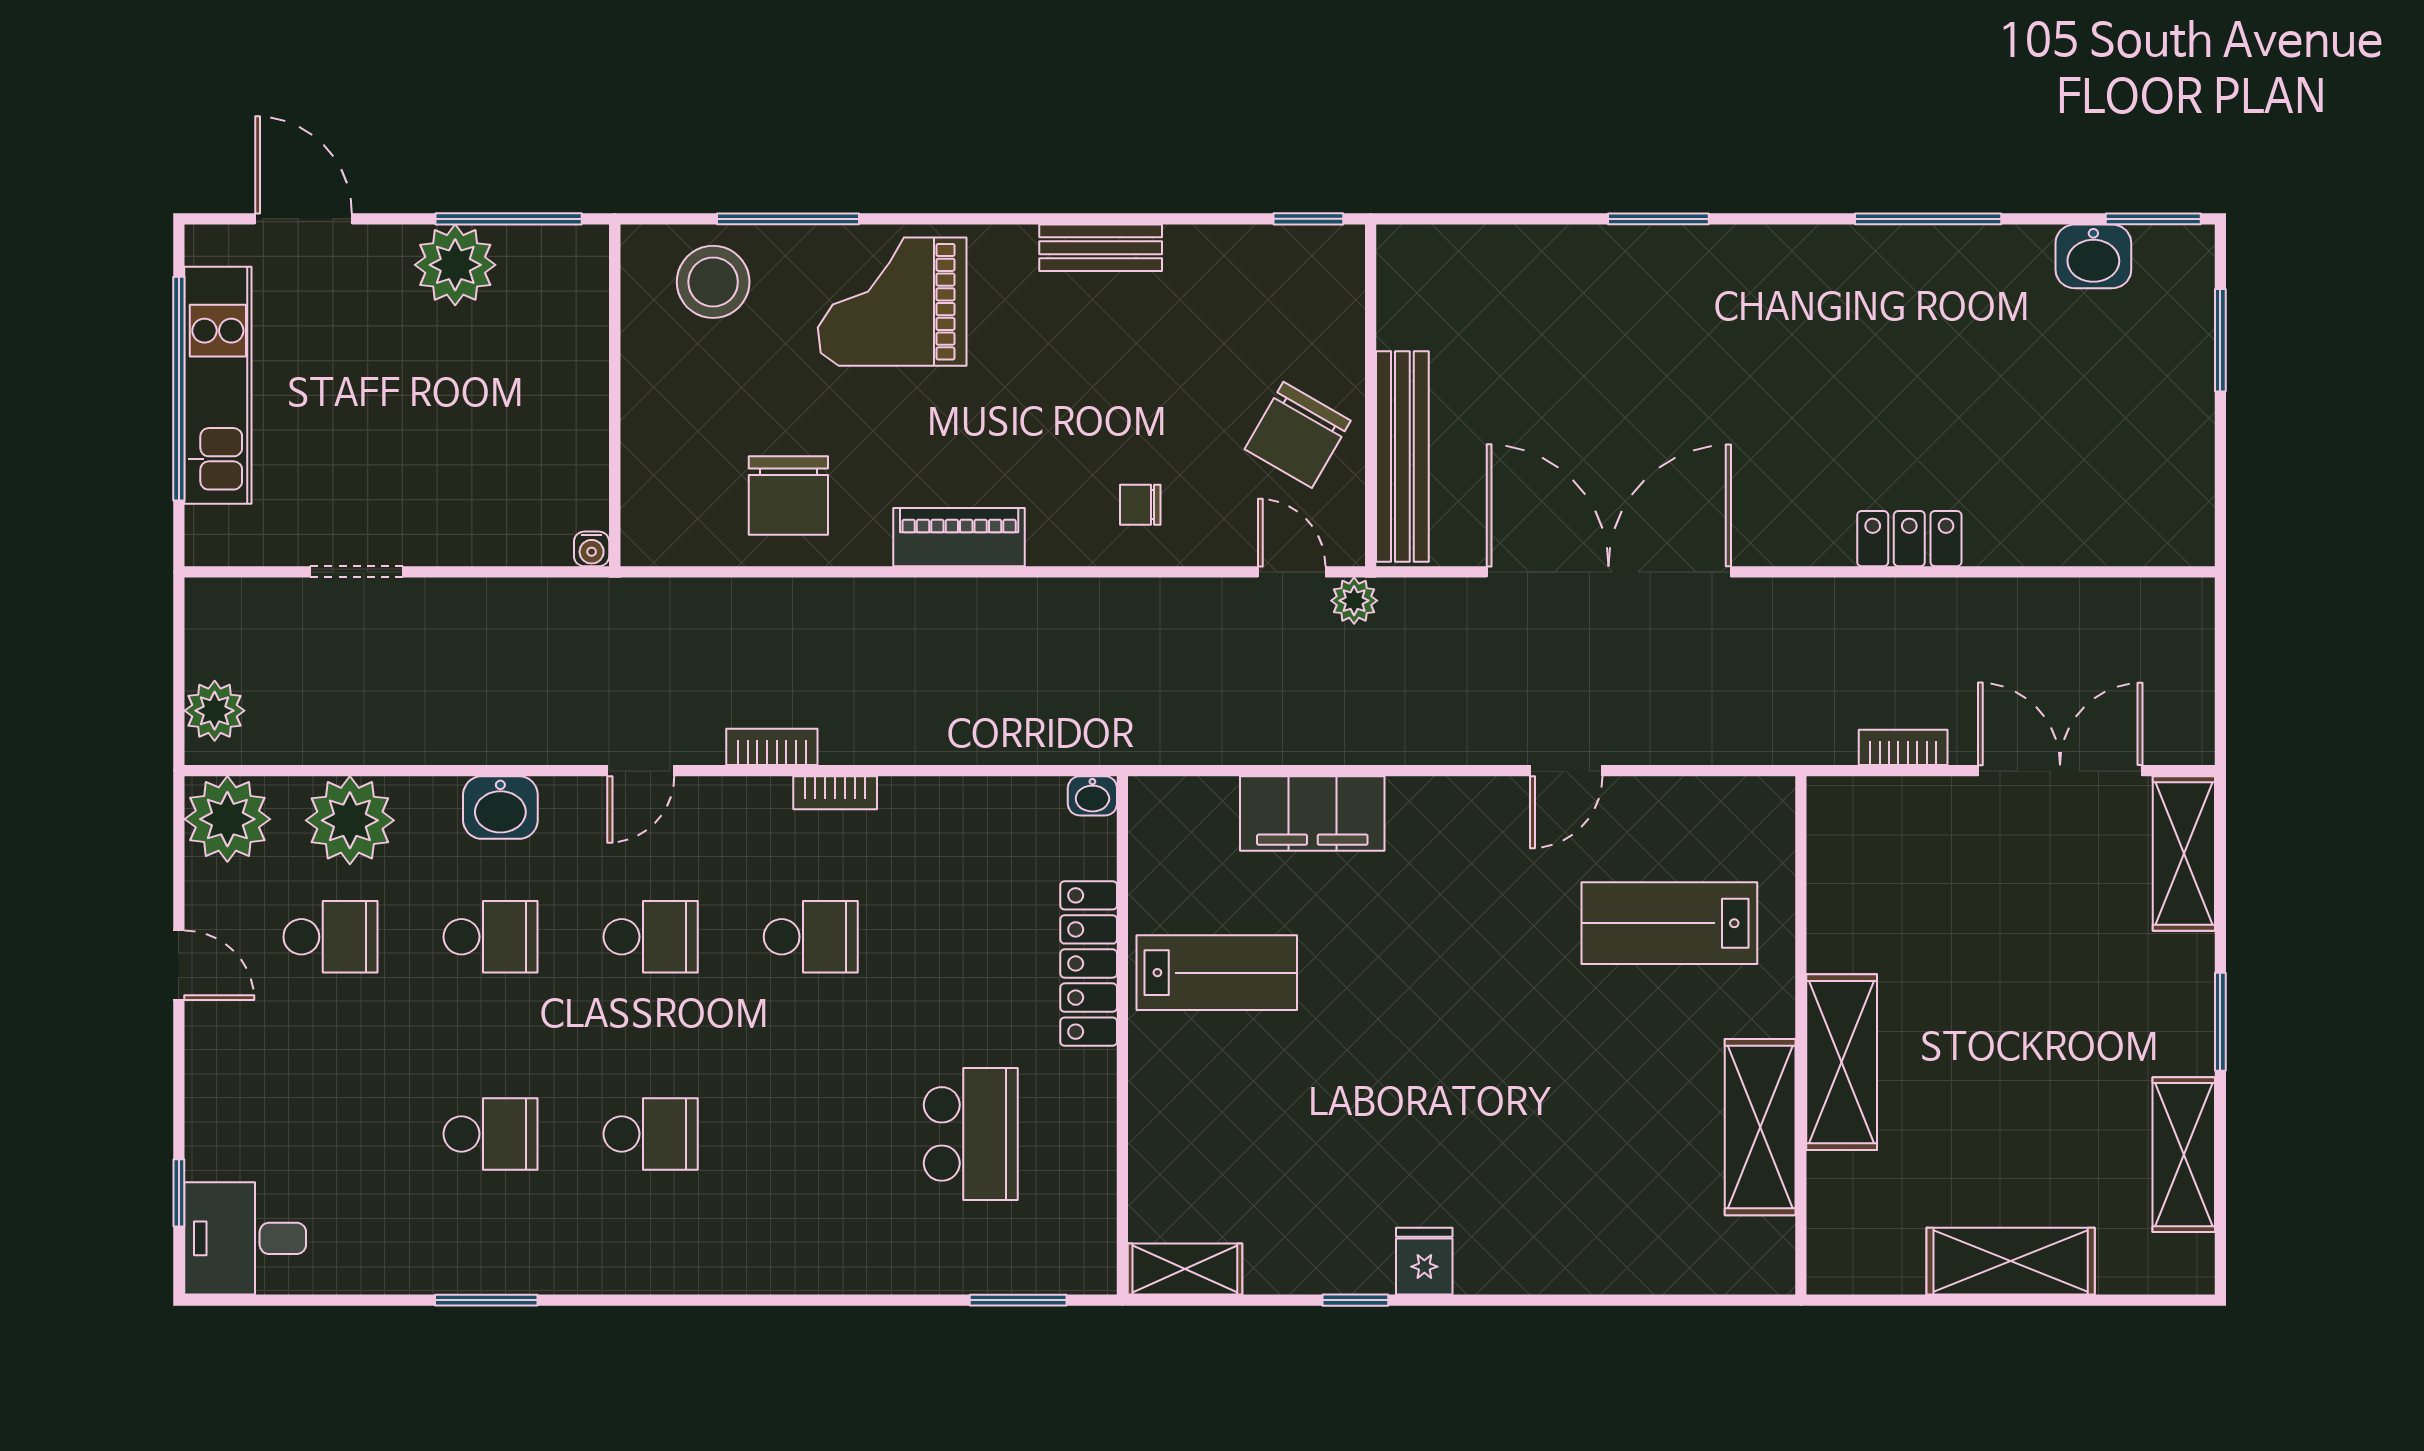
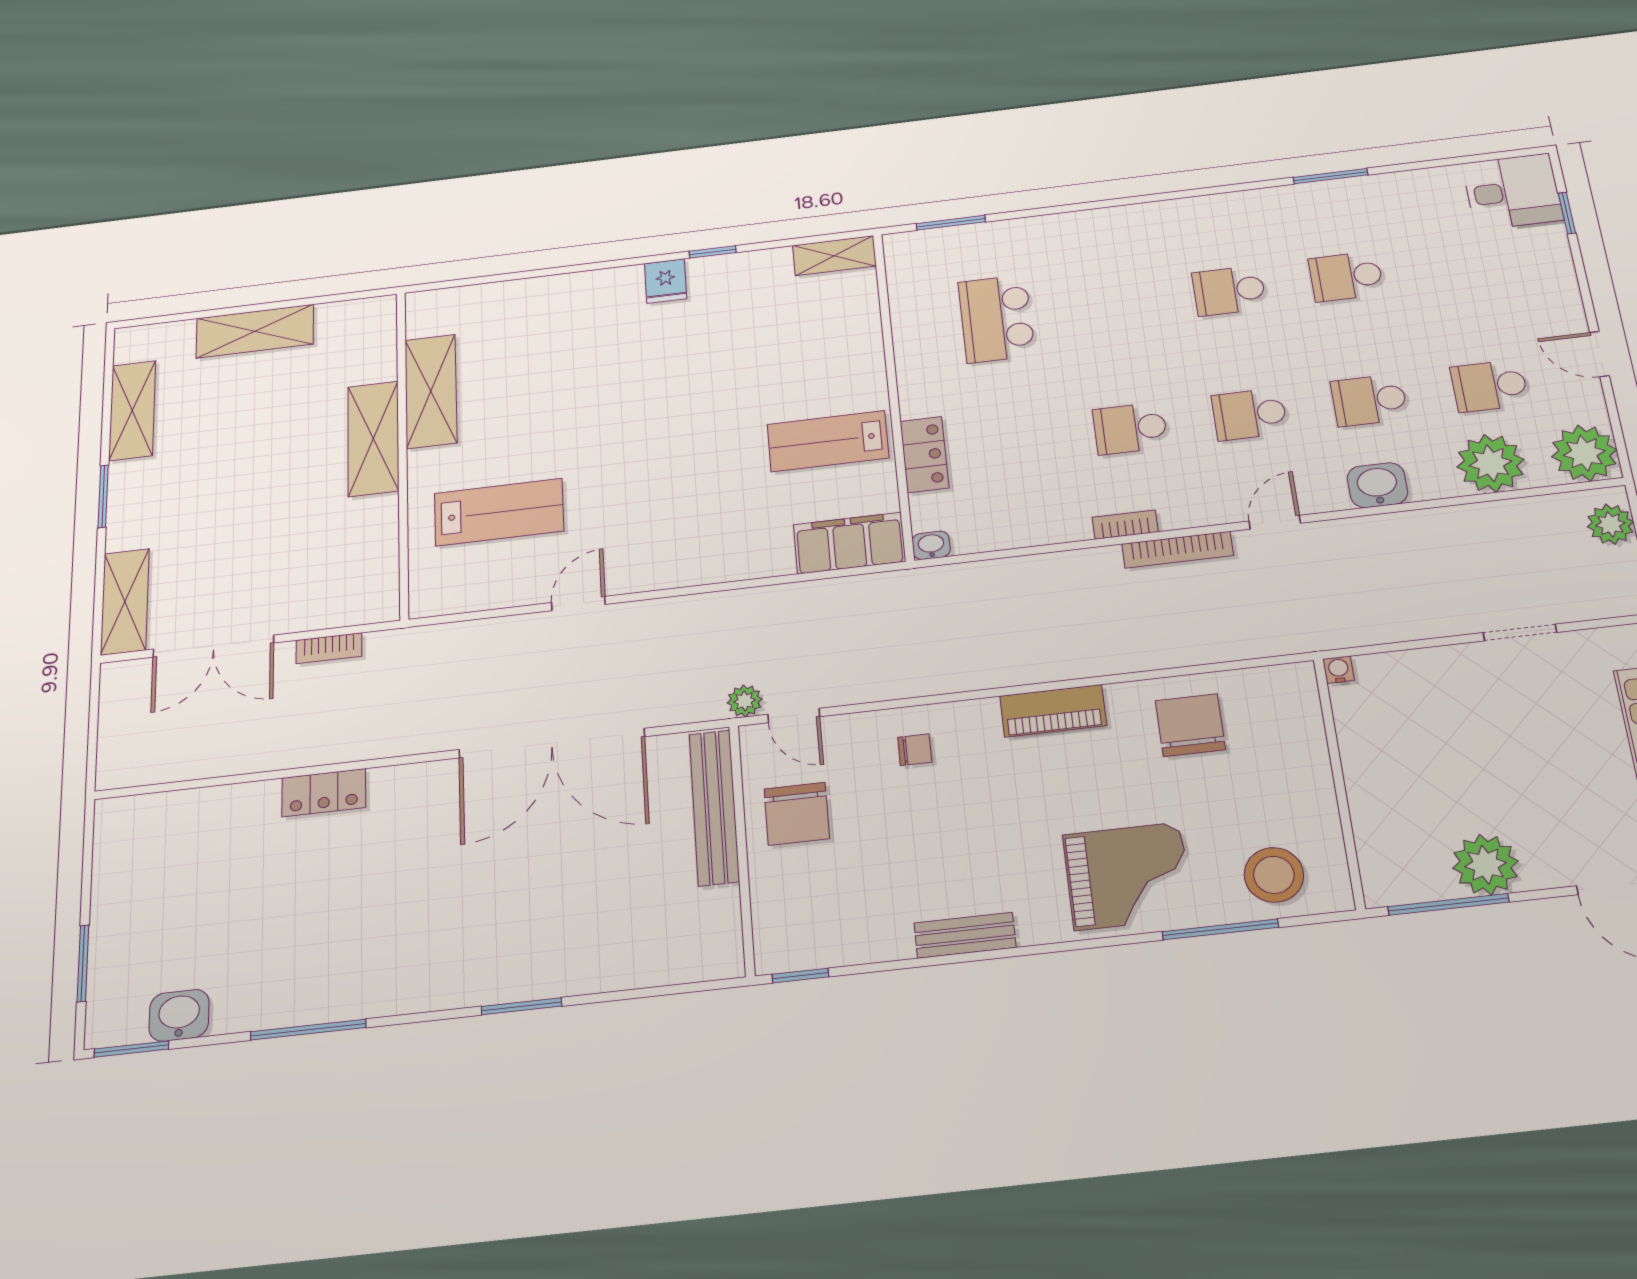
chair: (1298, 435) -> (797, 814), turned 150
bookcase: (772, 747) -> (1178, 550), width x1.56
filing cabinet: (1312, 813) -> (849, 543), moved
locker: (1089, 963) -> (924, 455), width x0.66

